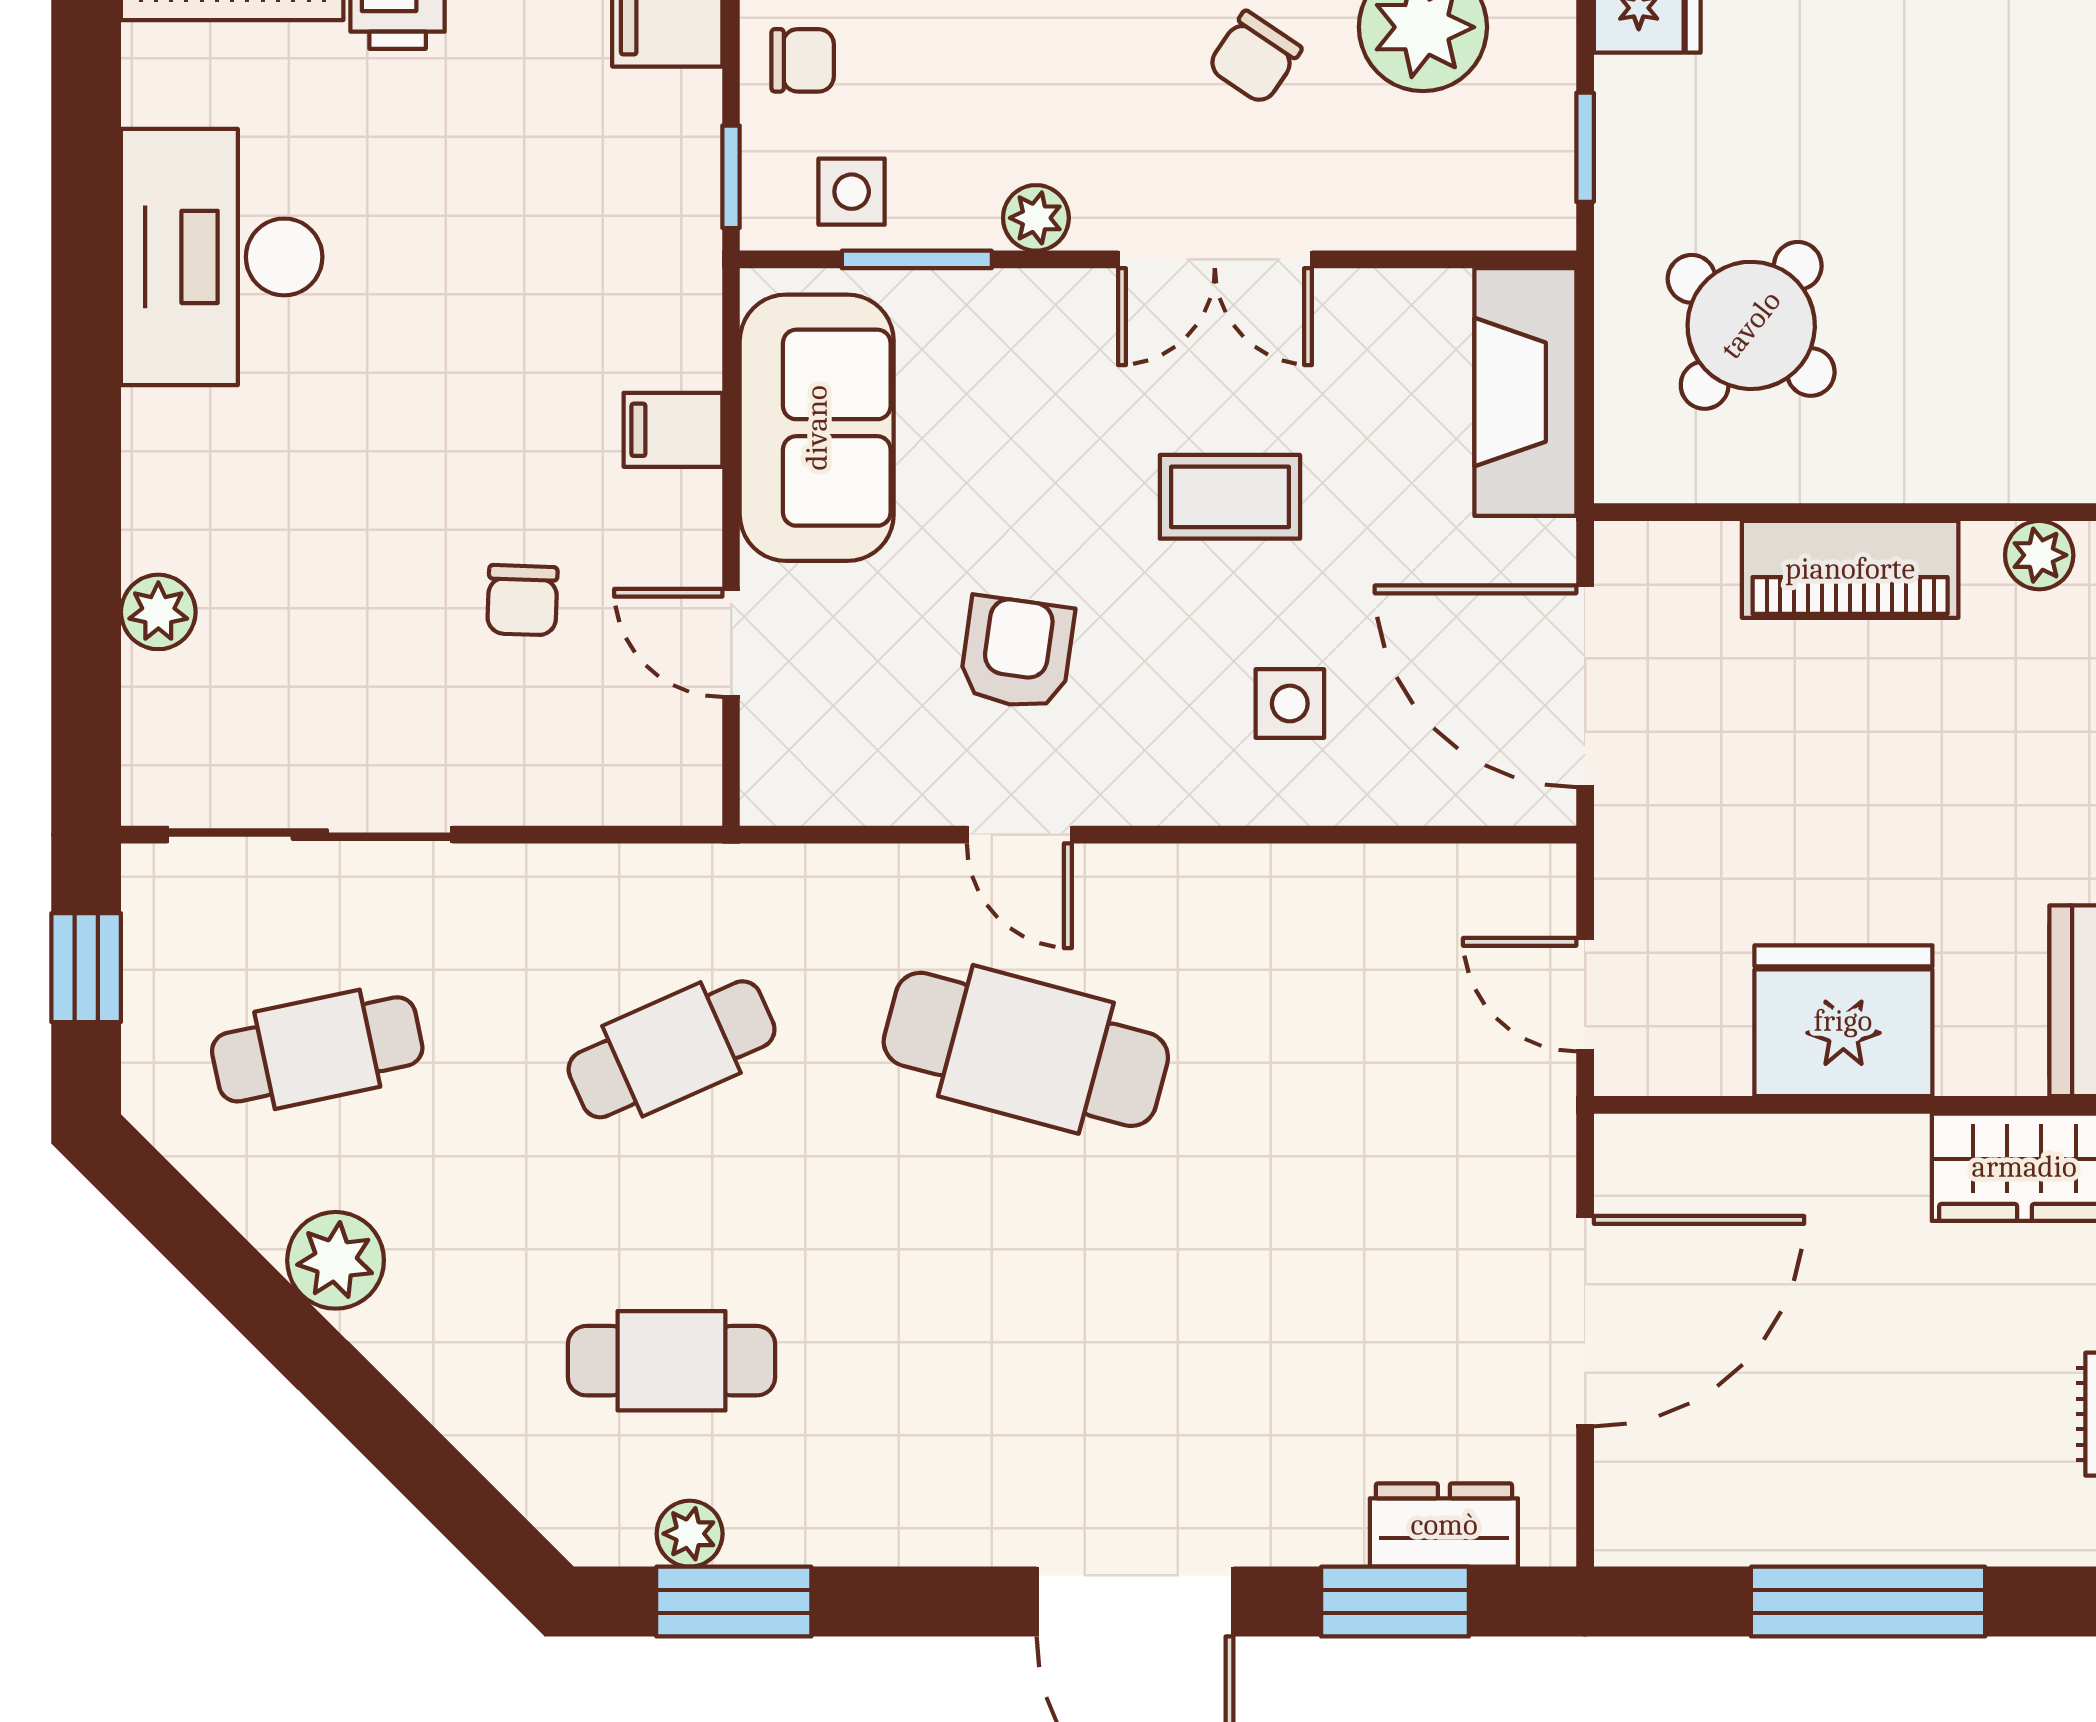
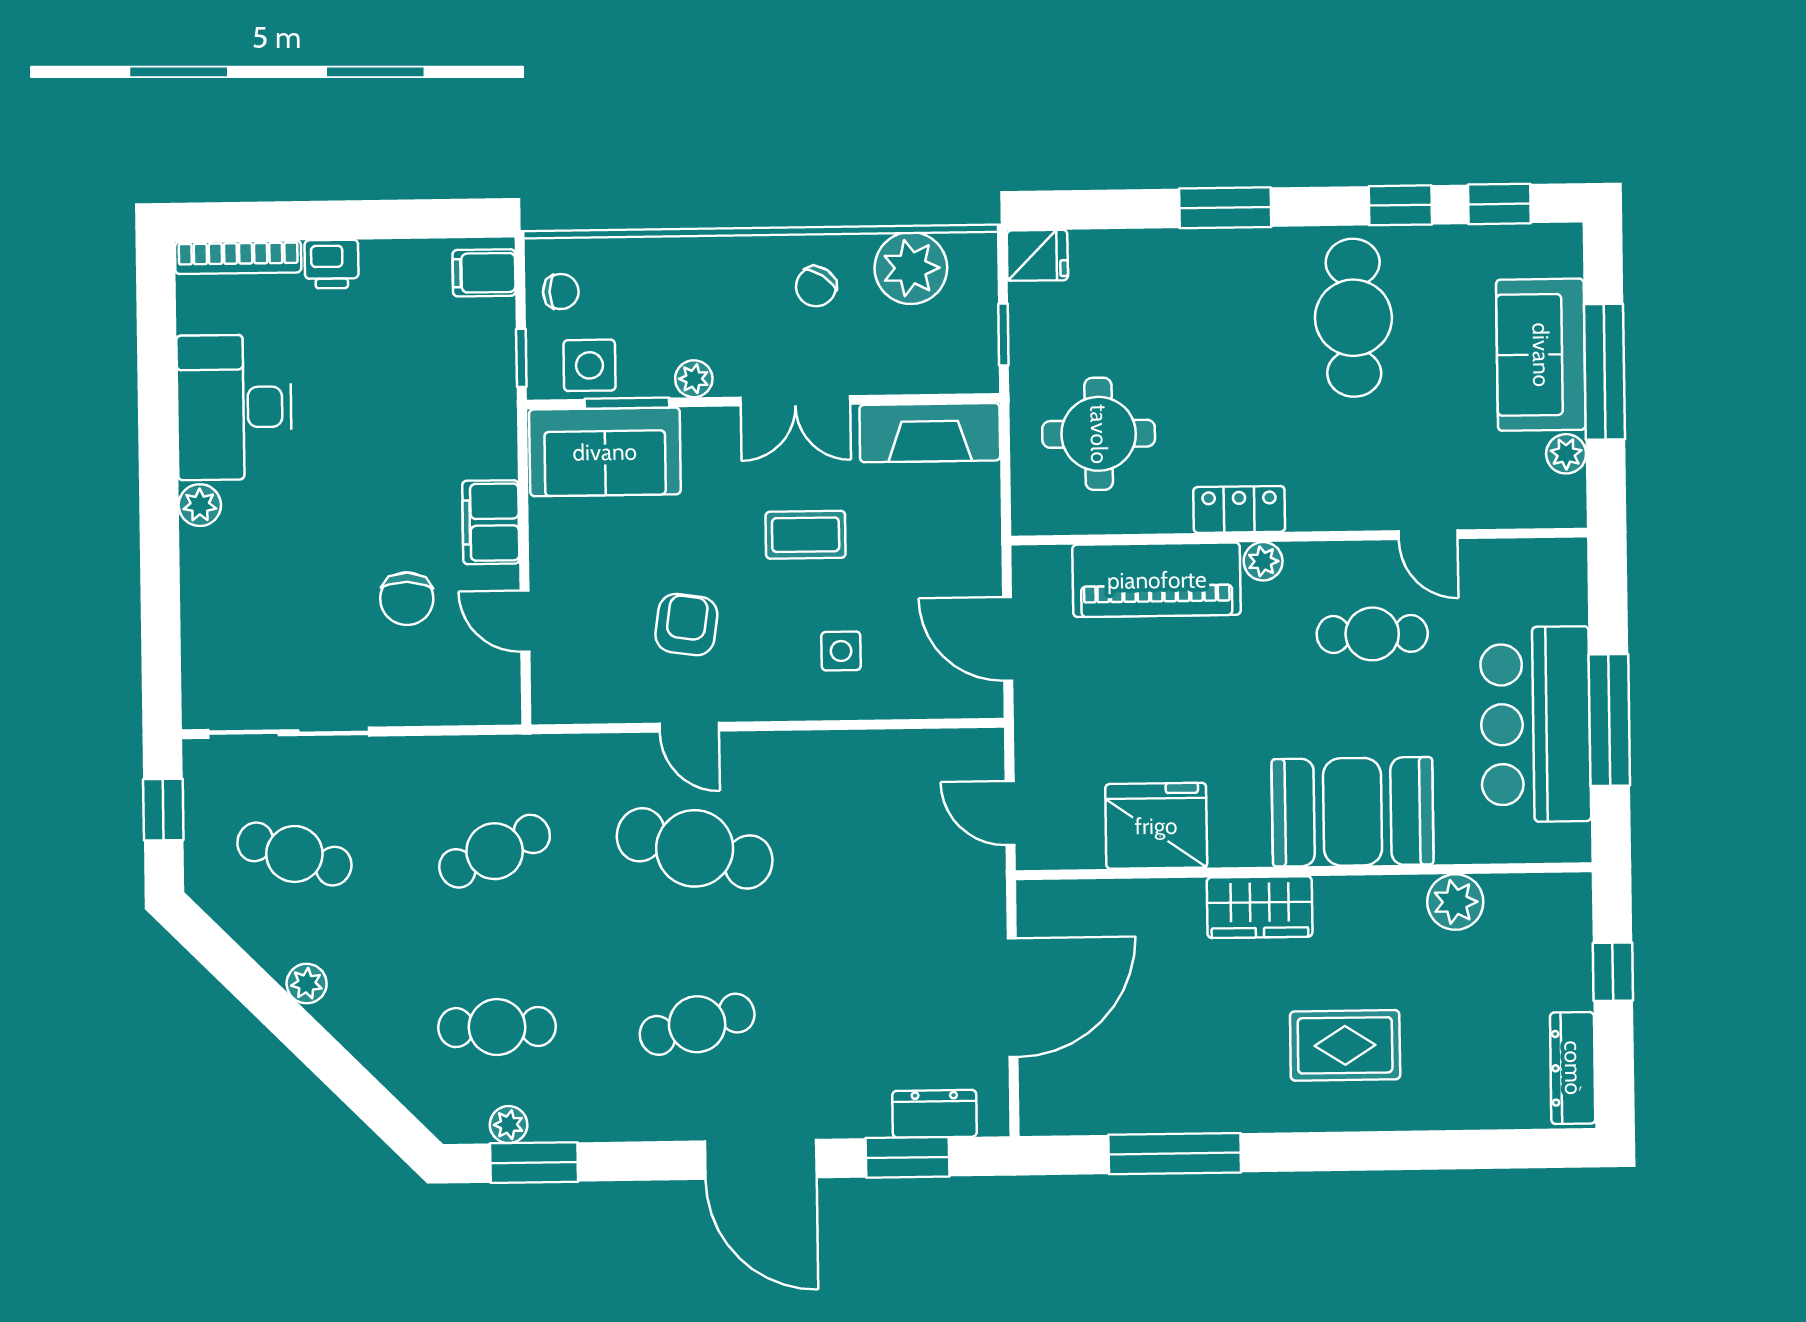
side table: (852, 192) -> (589, 365), width x1.37, depth x1.37
round table: (1751, 325) -> (1099, 434), turned -38
fireplace: (1525, 392) -> (930, 433), moved, turned -90
sofa: (817, 428) -> (605, 452), moved, turned 90
filing cabinet: (673, 430) -> (491, 522), width x2.00
locker: (1998, 463) -> (1239, 509), added
piano: (1850, 569) -> (1157, 580), width x1.37, depth x1.33
chair: (522, 600) -> (407, 599), width x1.37, depth x1.37
plant: (158, 612) -> (200, 505), moved
door: (1585, 686) -> (1008, 639), width x0.73
cafe table: (317, 1049) -> (294, 854), turned 30
plant: (336, 1260) -> (307, 984), width x0.73, depth x0.73
cafe table: (1026, 1361) -> (697, 1024), added

